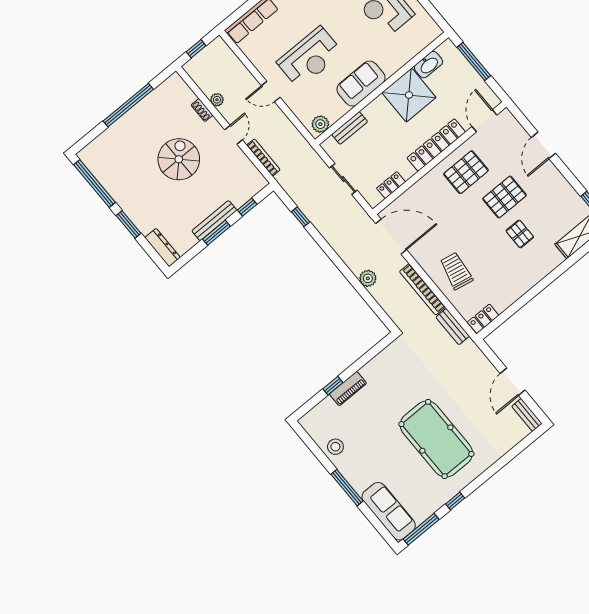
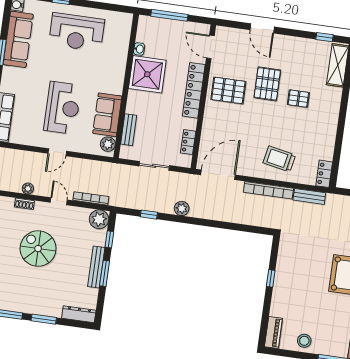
washbasin: (428, 65) -> (139, 49), width x0.52, depth x0.69
sofa: (361, 84) -> (107, 115), moved
pallet: (466, 172) -> (228, 90), turned 90
plant: (254, 182) -> (99, 219), added
plant: (368, 278) -> (182, 208), moved
window: (333, 386) -> (271, 278), moved
piano: (348, 389) -> (273, 332), moved

